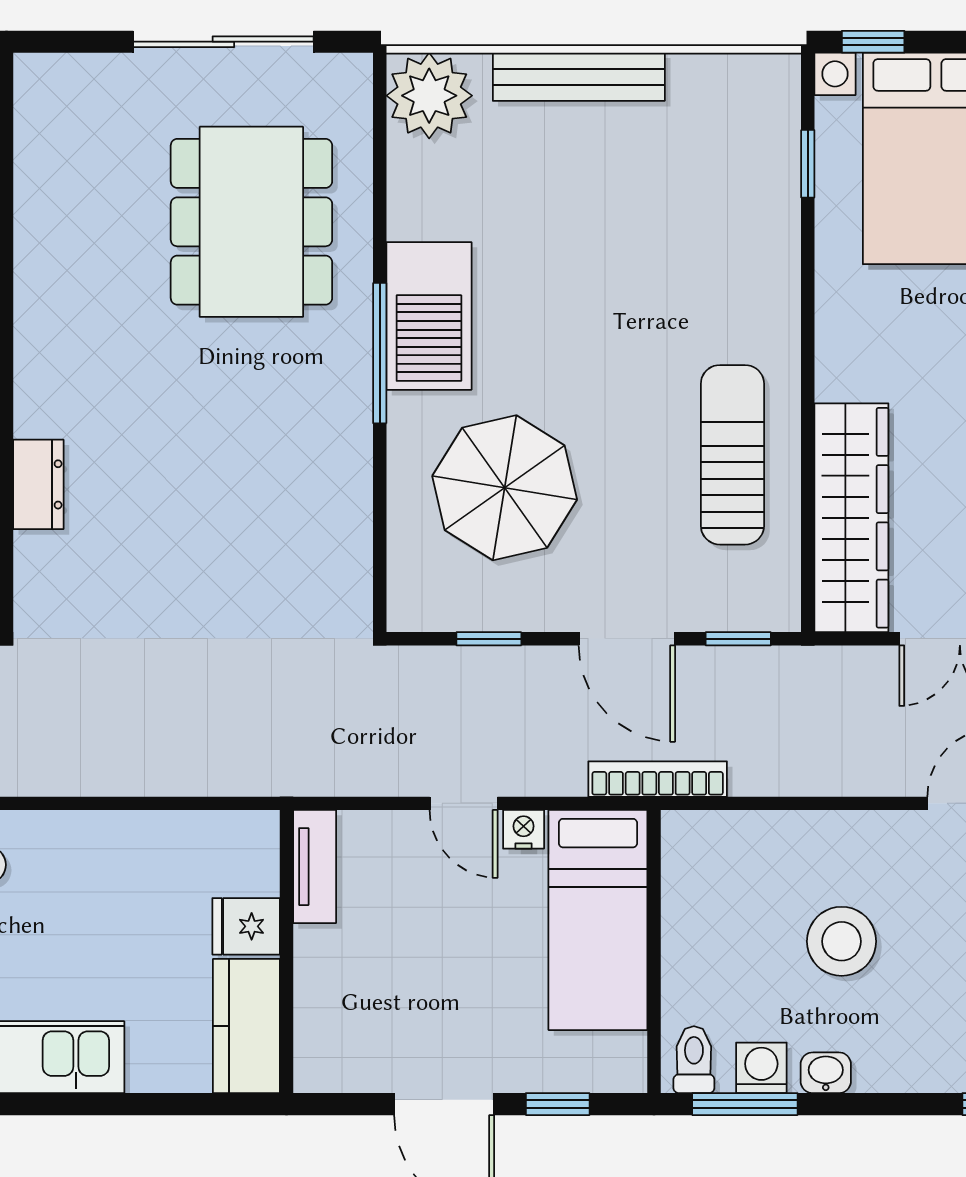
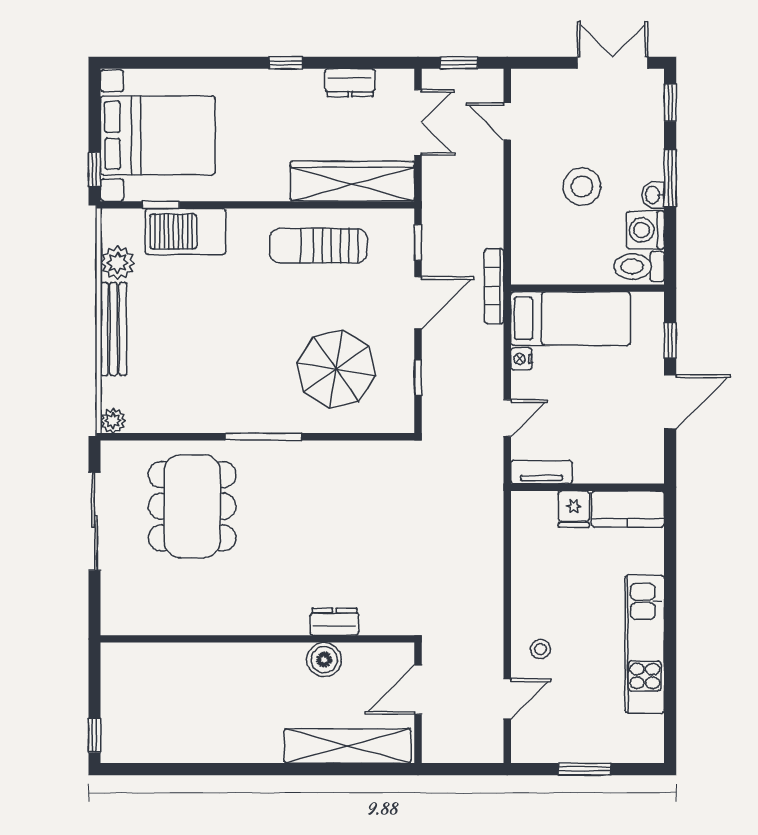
plant: (701, 84) -> (118, 263), added
plant: (429, 96) -> (113, 421), width x0.53, depth x0.53
dining table: (251, 222) -> (192, 506), turned 90
barbecue: (429, 316) -> (185, 232), moved, turned 180
door: (464, 803) -> (507, 418), moved
toilet: (694, 1060) -> (639, 267), width x1.37, depth x1.39
washing machine: (761, 1068) -> (645, 230), width x1.38, depth x1.38
window: (745, 1104) -> (670, 178), moved

